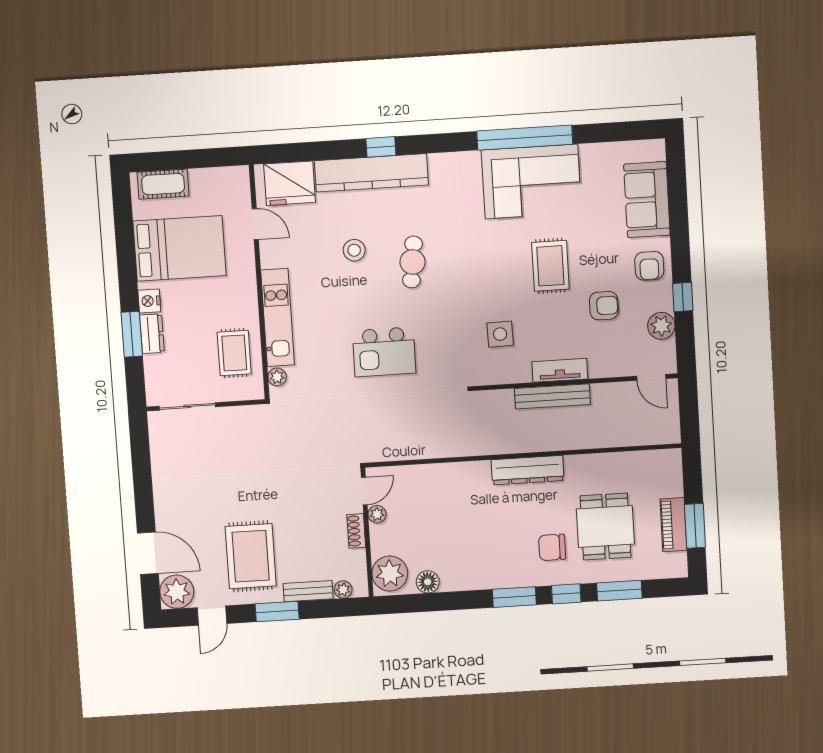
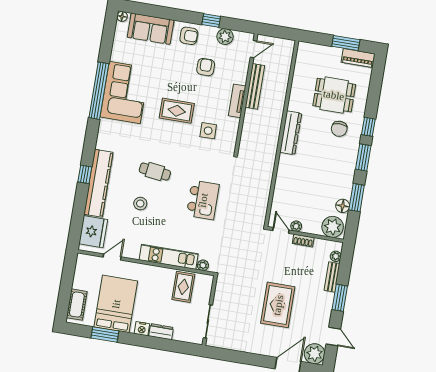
floor lamp: (657, 147) -> (122, 16), added
rug: (550, 266) -> (177, 111), moved
window: (132, 334) -> (105, 335), moved
rug: (234, 353) -> (183, 287), turned 90
bench: (552, 396) -> (255, 86), moved
piano: (674, 525) -> (358, 58), moved
rug: (251, 556) -> (278, 305), moved, turned 90
window: (619, 591) -> (357, 198), moved

